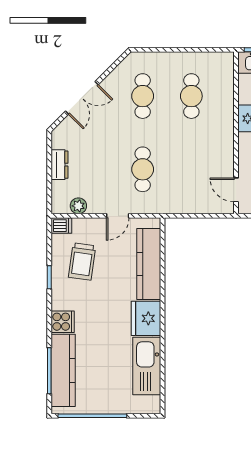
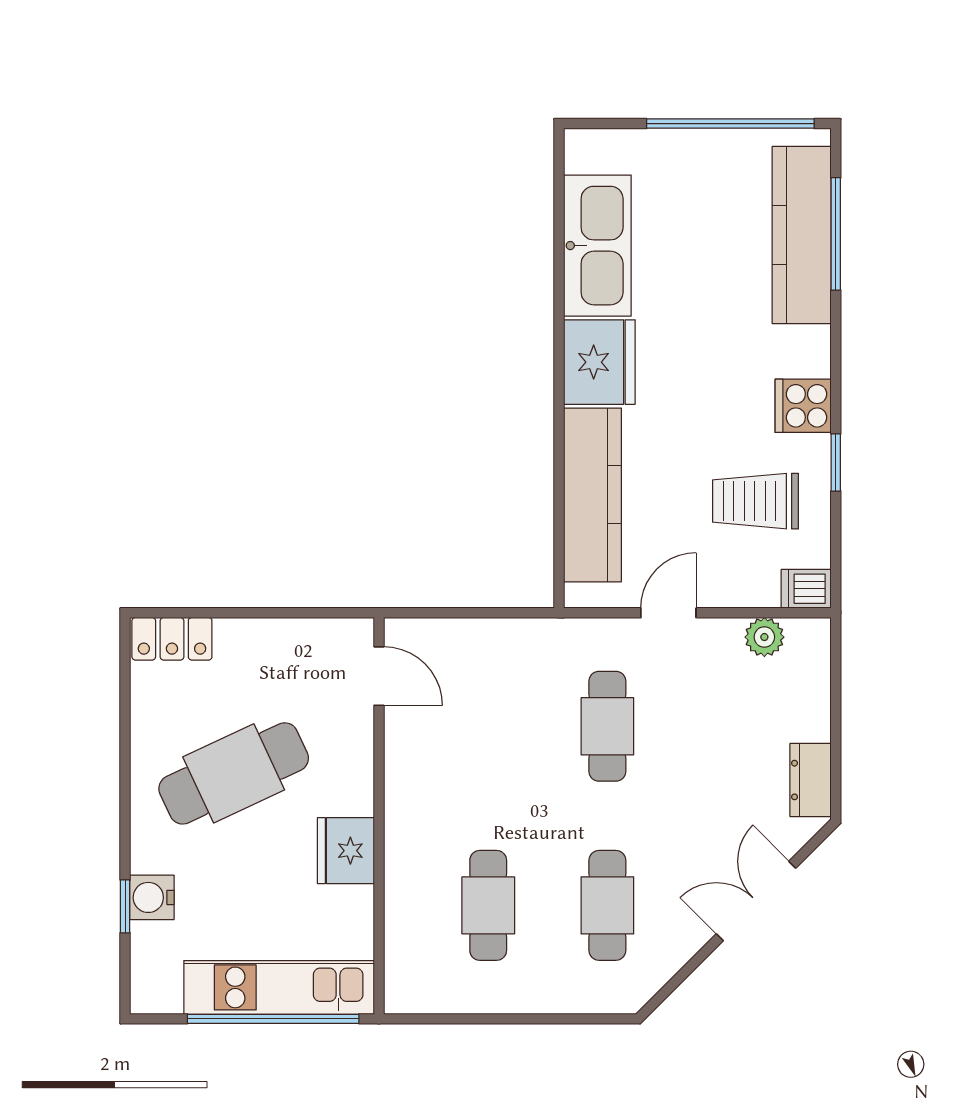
dresser: (59, 165) -> (811, 780), moved
trolley: (82, 261) -> (756, 501), turned -98
cooker: (63, 322) -> (803, 406), moved

